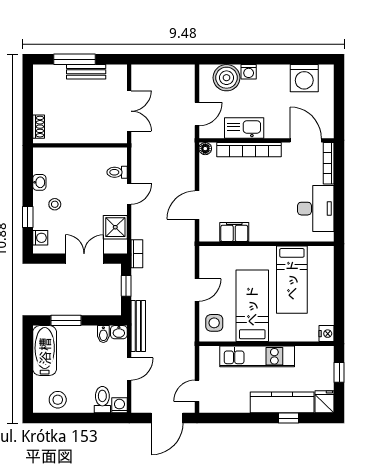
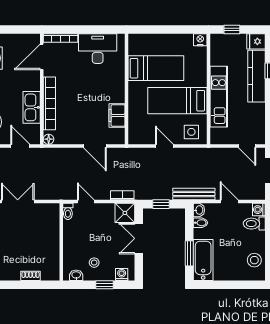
wall: (80, 145) -> (61, 242), moved
shower: (115, 227) -> (125, 213), moved
bookcase: (137, 254) -> (122, 195), moved
bathtub: (45, 351) -> (203, 260), moved, turned 90

